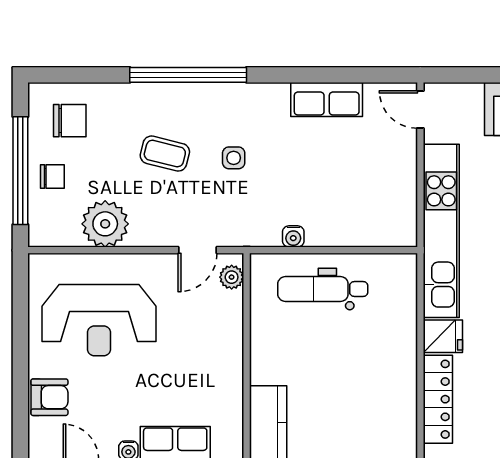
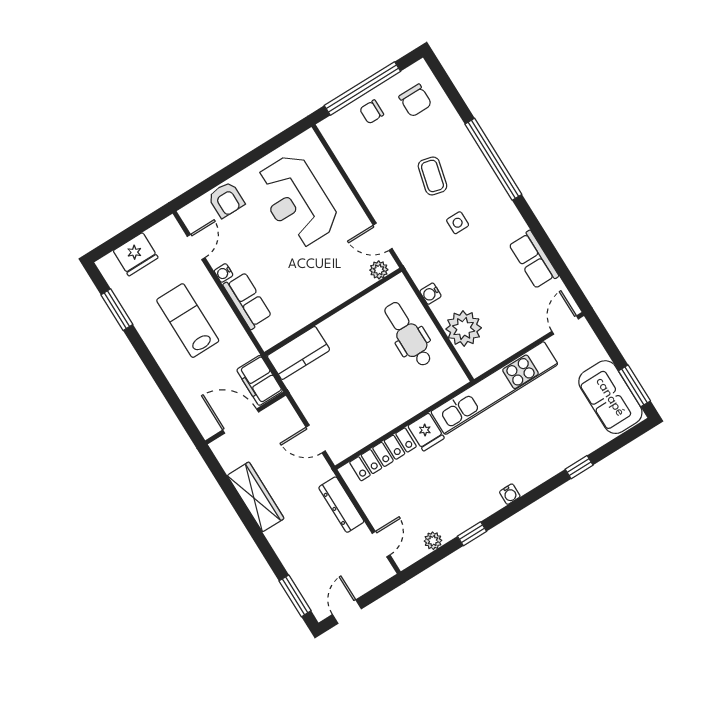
chair: (52, 177) -> (372, 112), turned 90
plant: (105, 224) -> (464, 328), moved

